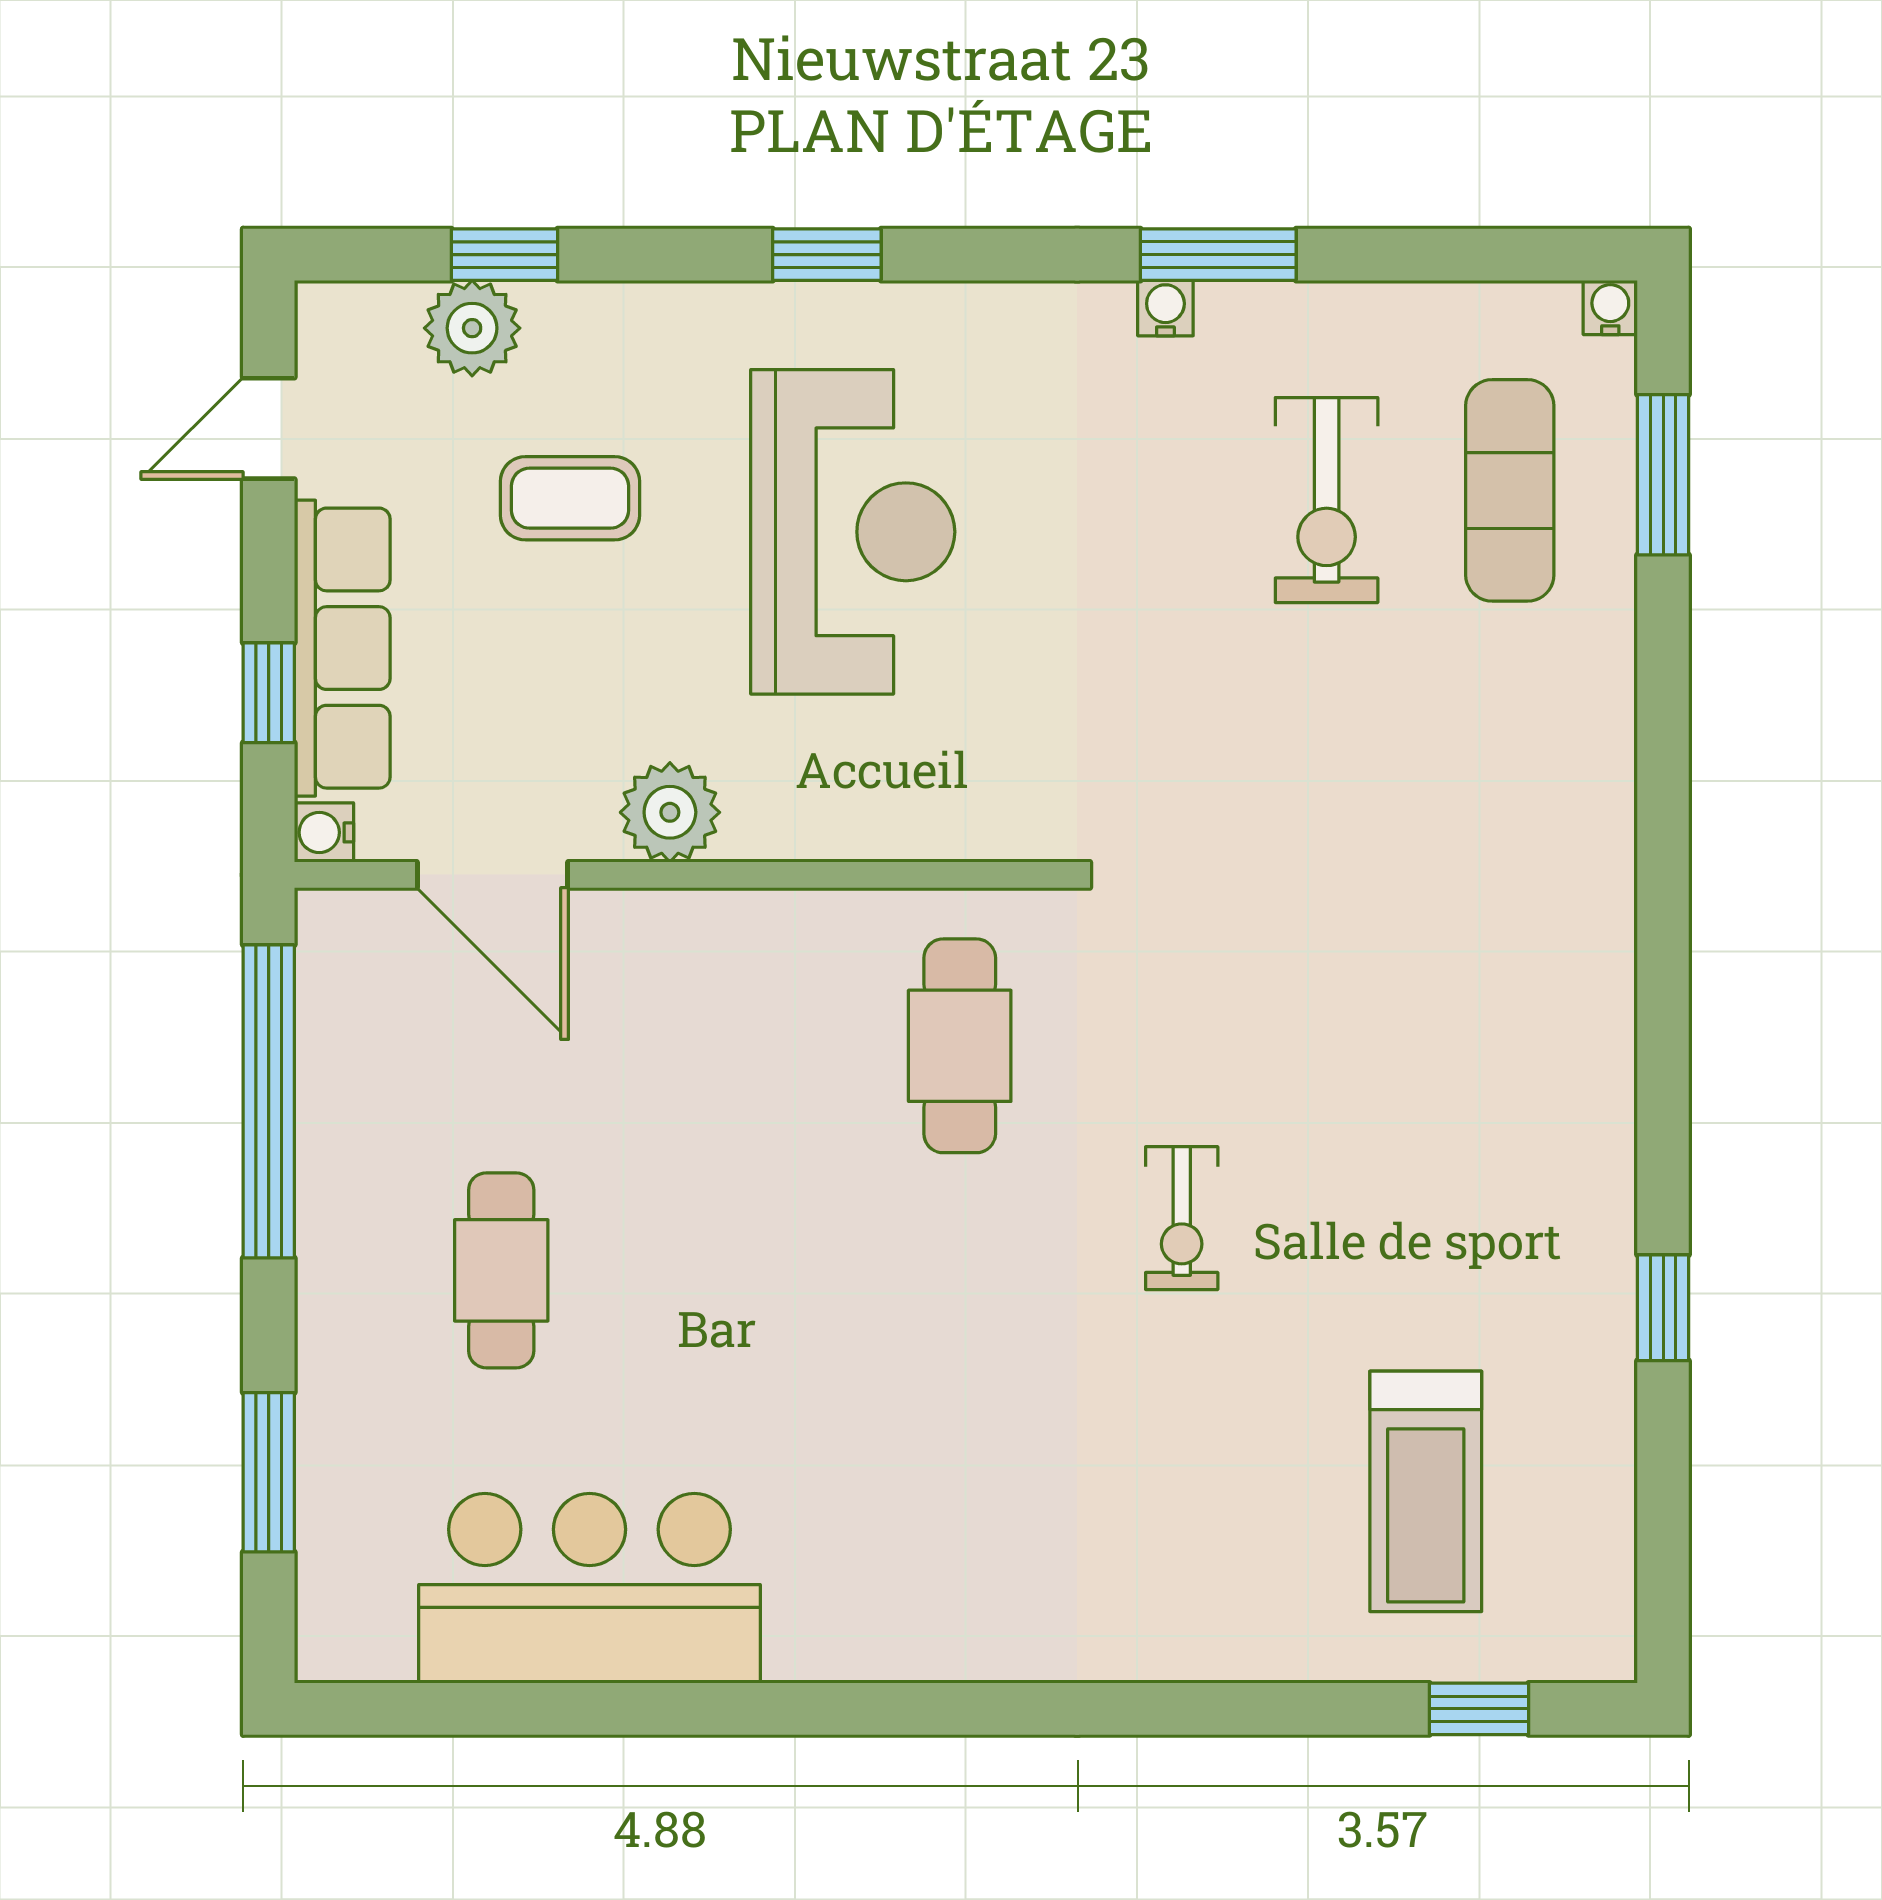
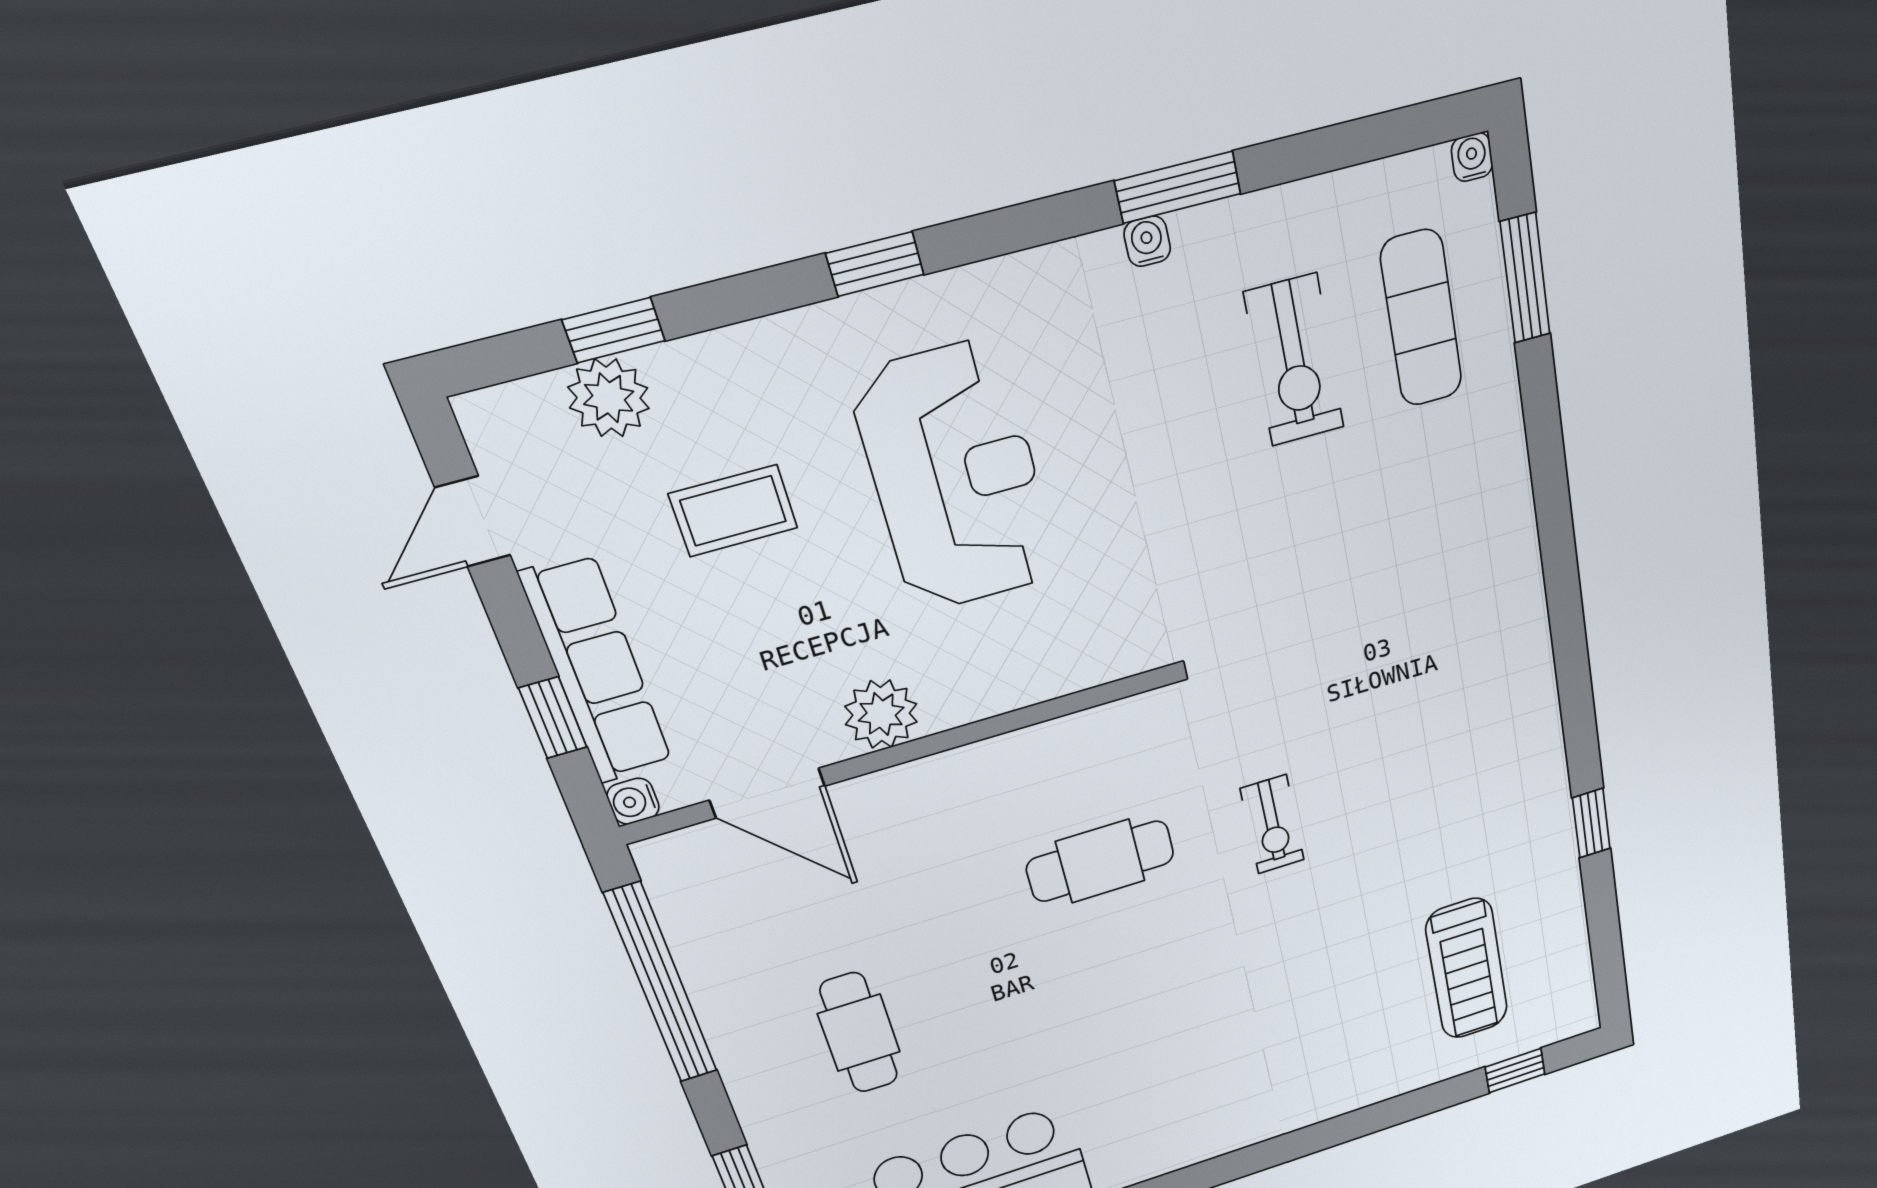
cafe table: (960, 1046) -> (1100, 861), moved, turned 90
exercise bike: (1182, 1218) -> (1272, 824), moved

